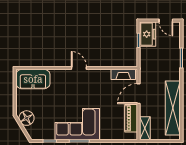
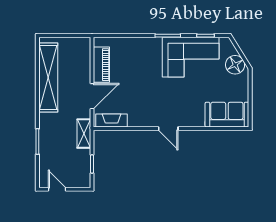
freezer: (148, 34) -> (80, 172), removed
corner sofa: (77, 124) -> (191, 57), moved
shelving: (145, 128) -> (84, 134), moved

